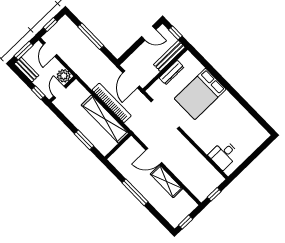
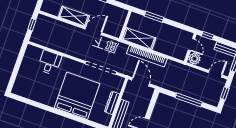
door: (50, 50) -> (215, 74), hinge flipped
bed: (200, 94) -> (77, 96), width x1.36
shelving: (105, 119) -> (139, 39), width x0.68
desk: (224, 155) -> (50, 62), moved

